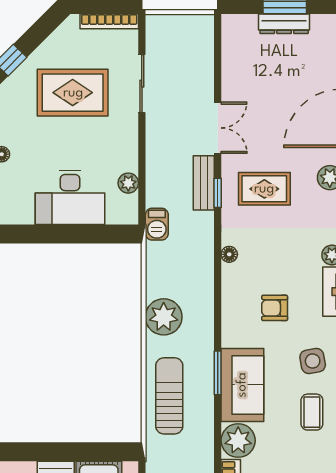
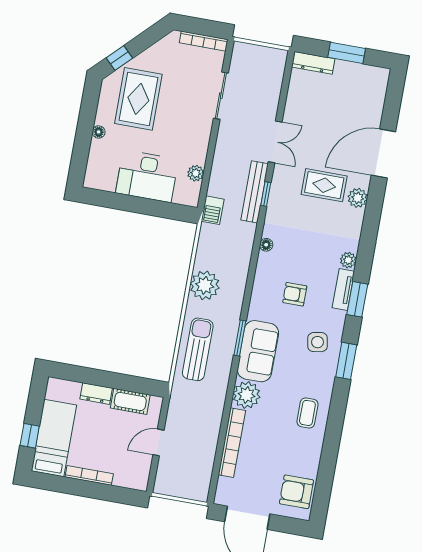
dresser: (284, 24) -> (313, 63), moved
rug: (73, 93) -> (138, 99), moved, turned 90
bench: (204, 183) -> (255, 192), width x1.36
rug: (264, 189) -> (324, 185), moved
coffee table: (312, 412) -> (307, 413), moved

